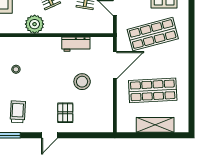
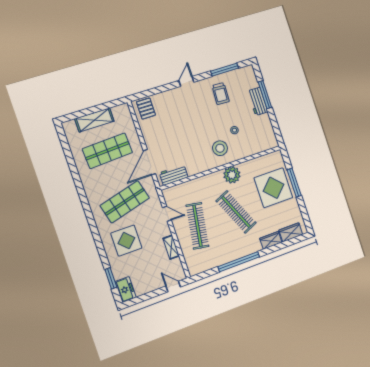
workbench: (76, 44) -> (174, 175), moved
stool: (82, 82) -> (220, 148), moved
pallet: (65, 113) -> (146, 109), moved

